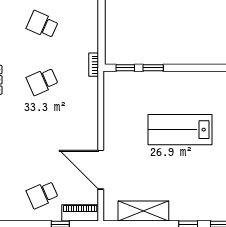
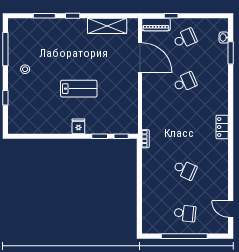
school desk: (42, 81) -> (185, 82), moved
fridge: (181, 81) -> (78, 126), added
lab bench: (180, 130) -> (79, 89), width x0.73, depth x0.72

